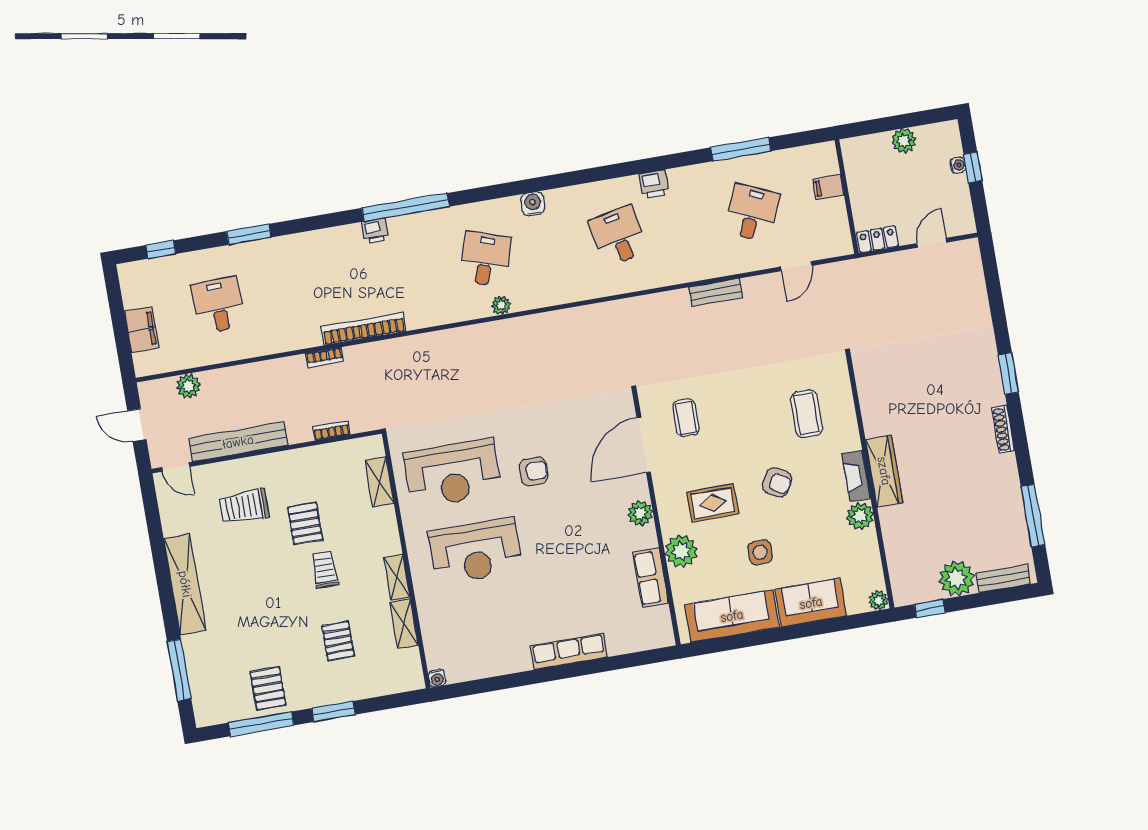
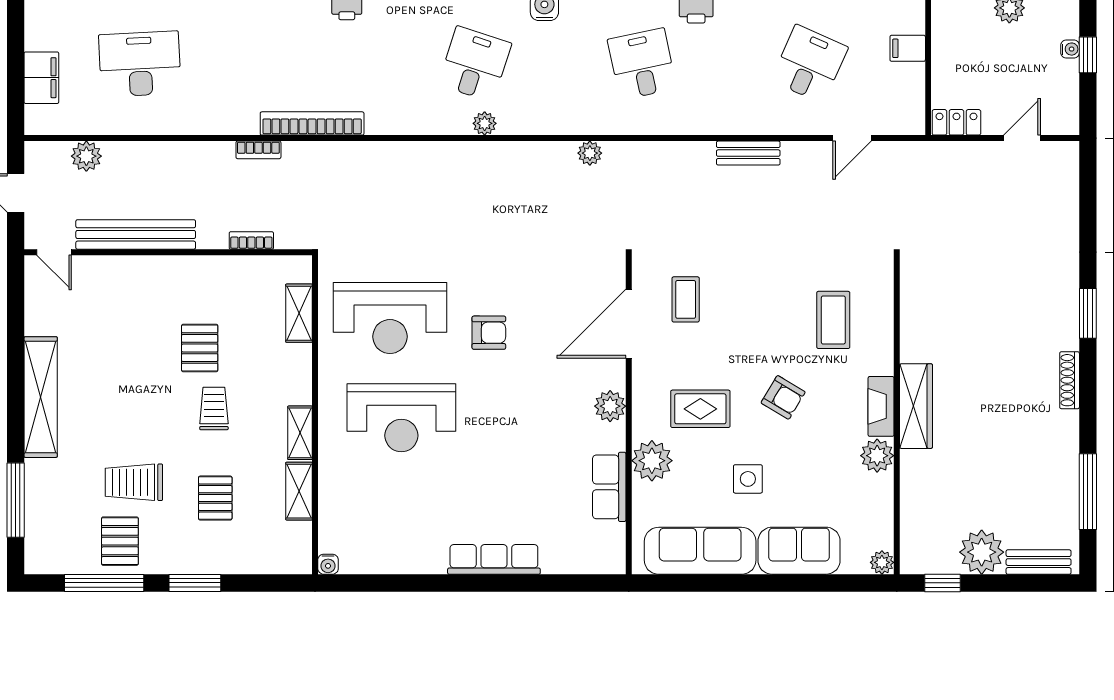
desk: (218, 305) -> (140, 64), width x1.37
plant: (589, 314) -> (590, 153), added
trolley: (244, 506) -> (134, 482), moved

